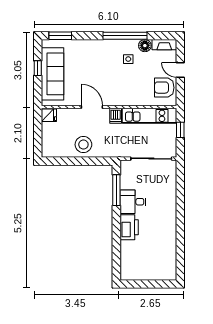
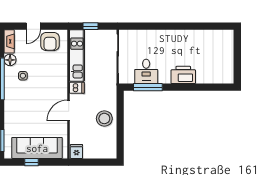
desk: (133, 202) -> (146, 71), moved

